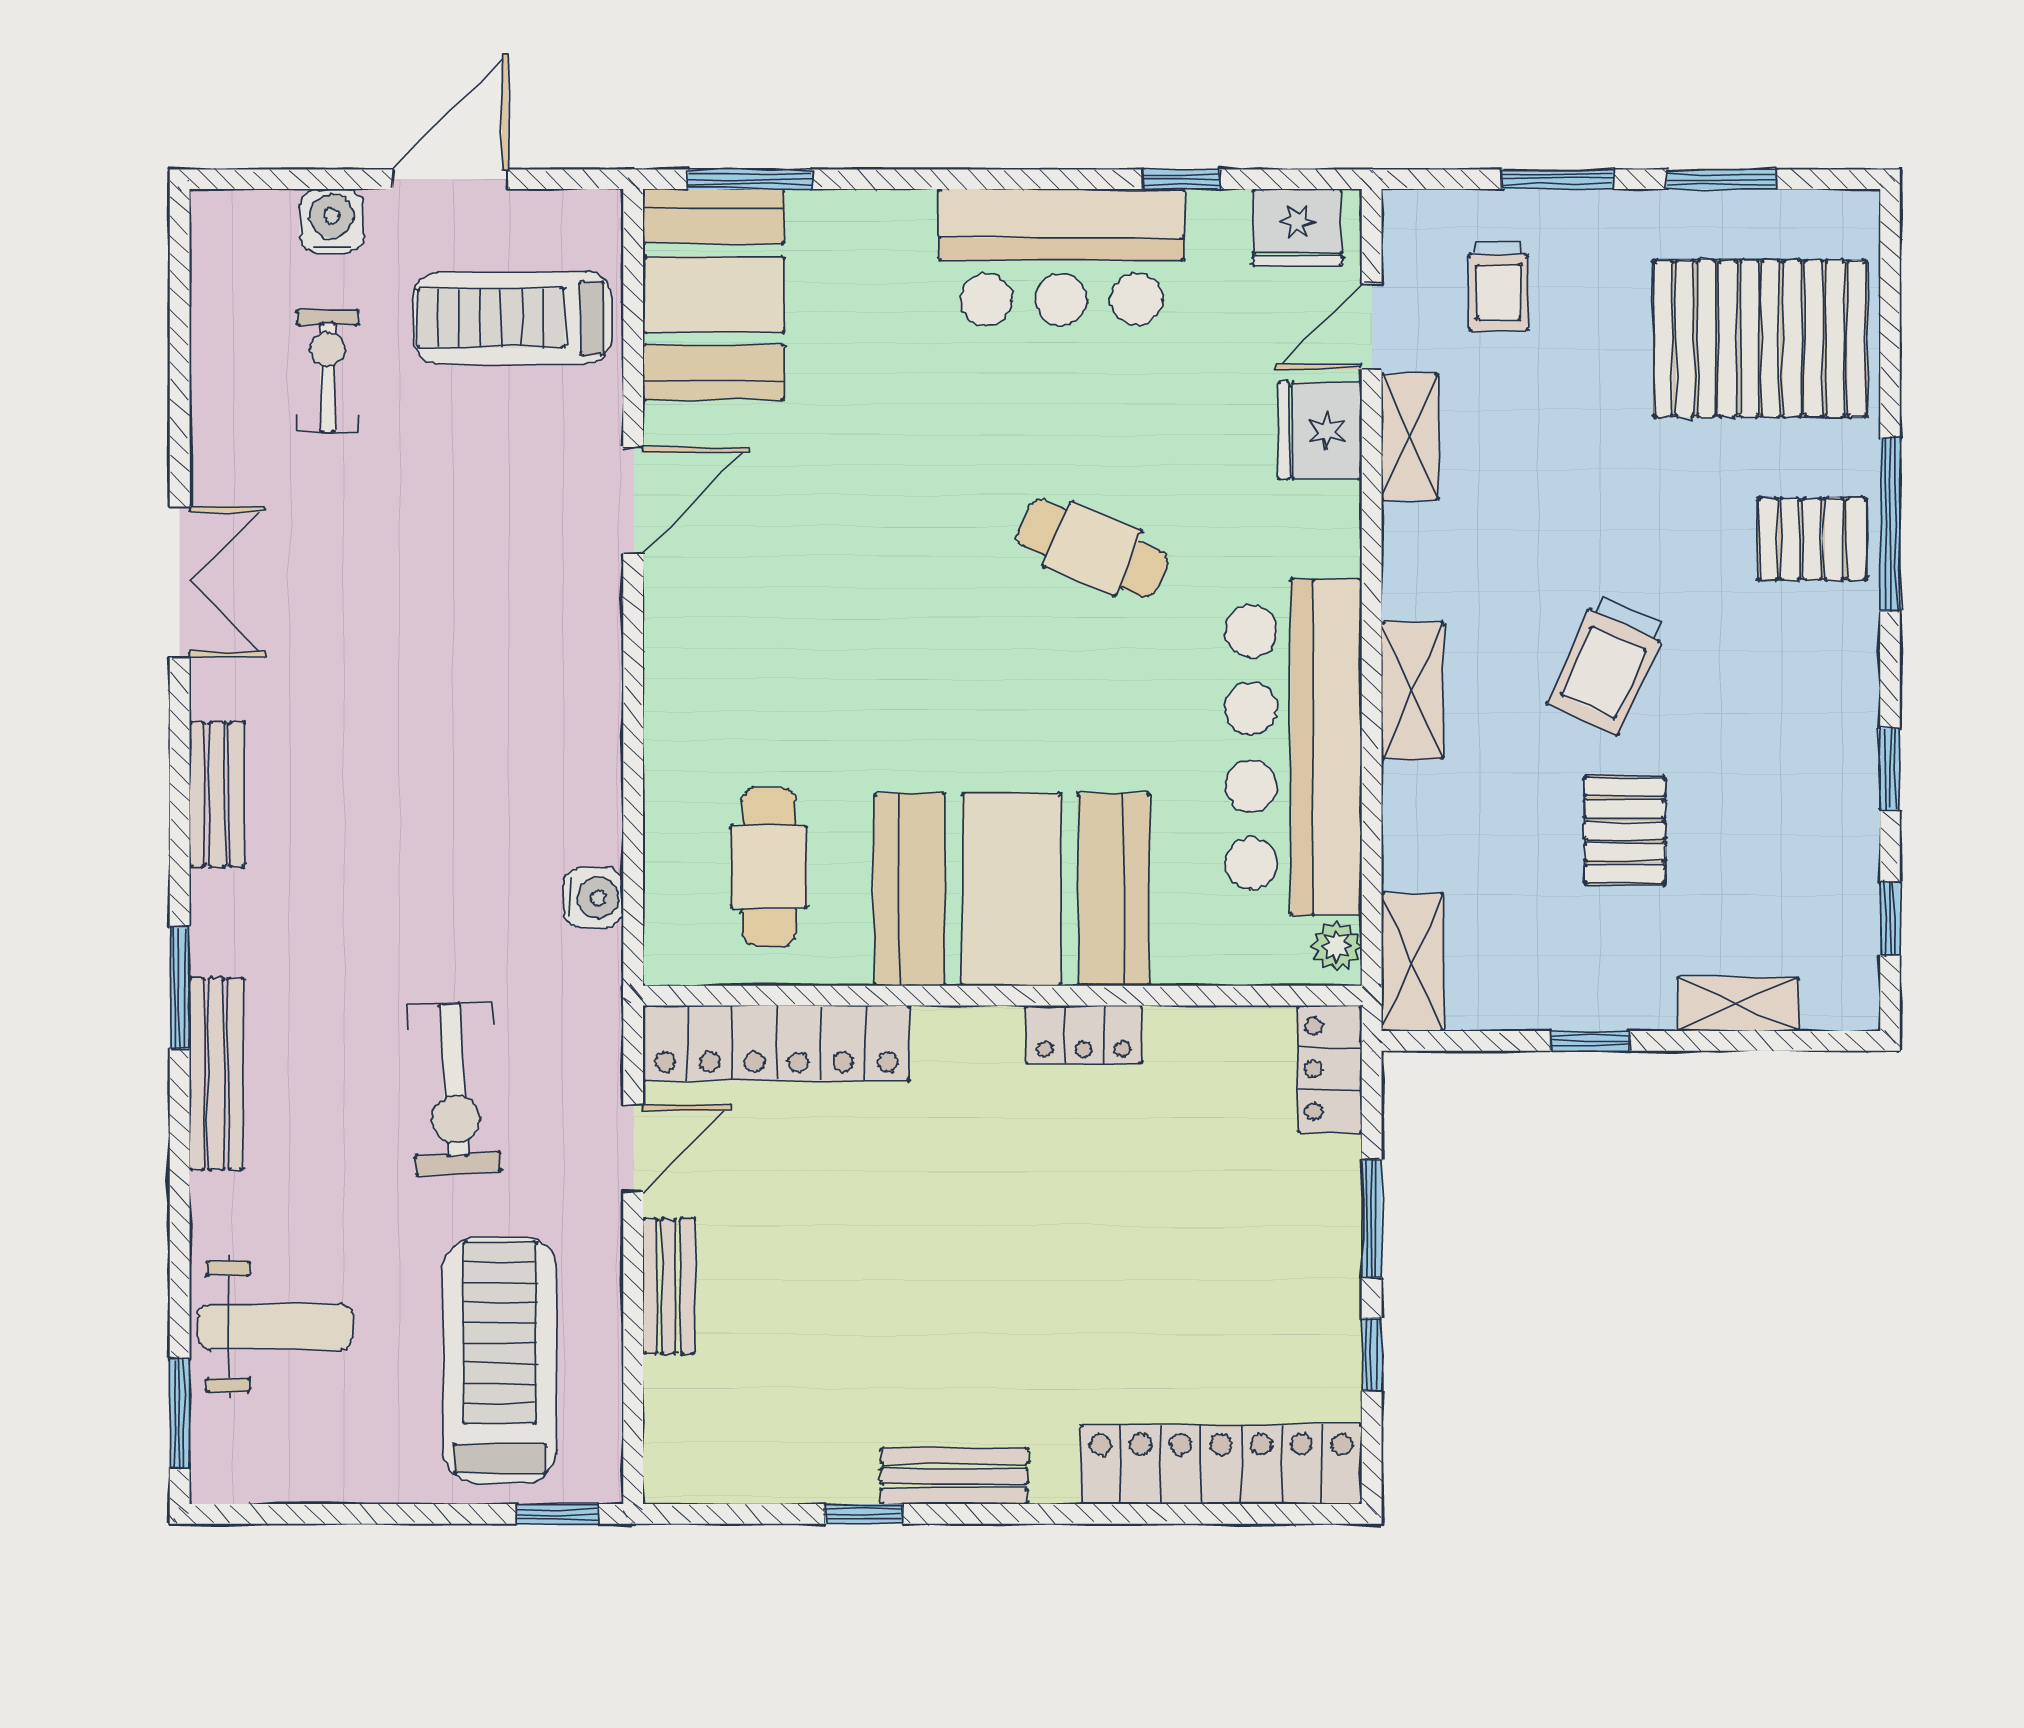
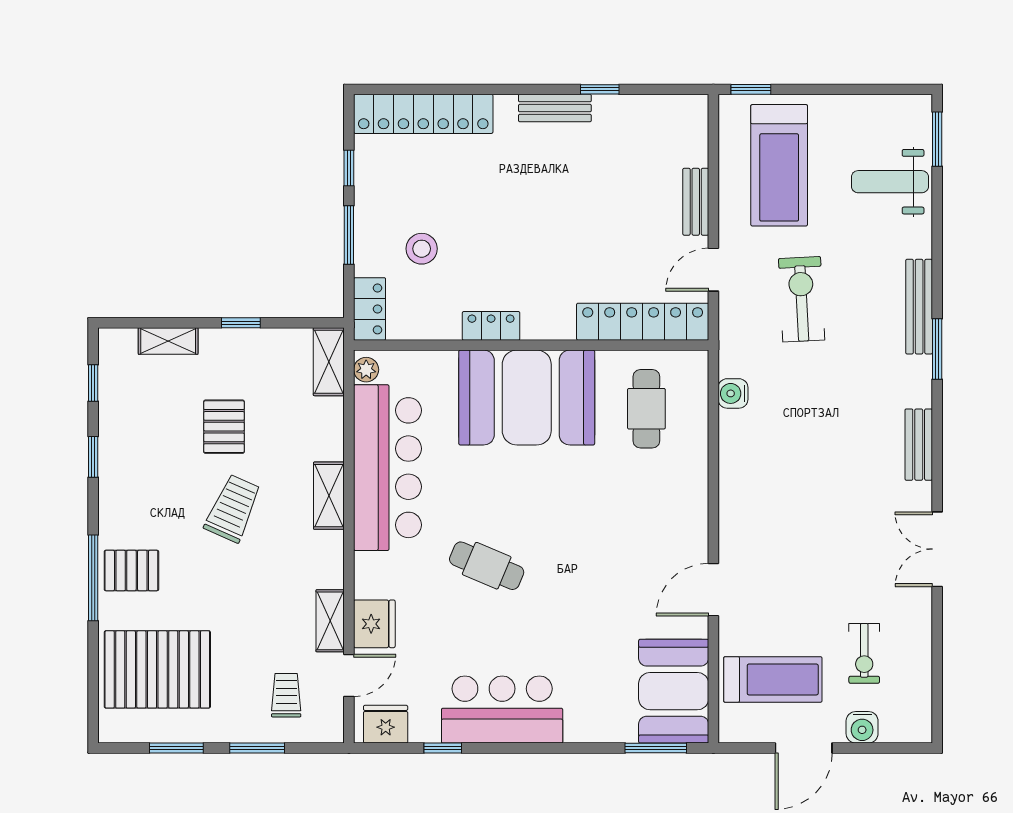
stool: (1224, 1191) -> (422, 249), added

